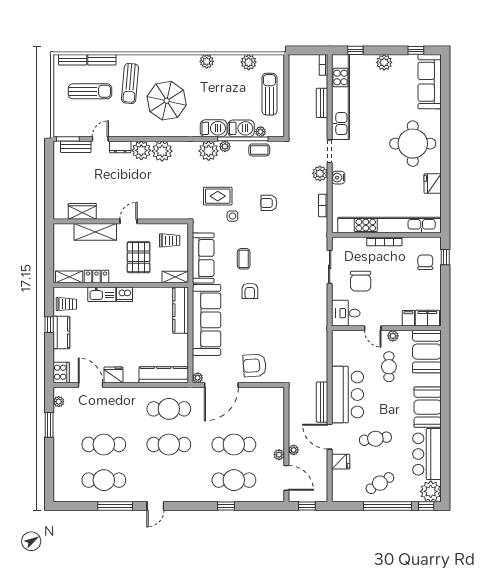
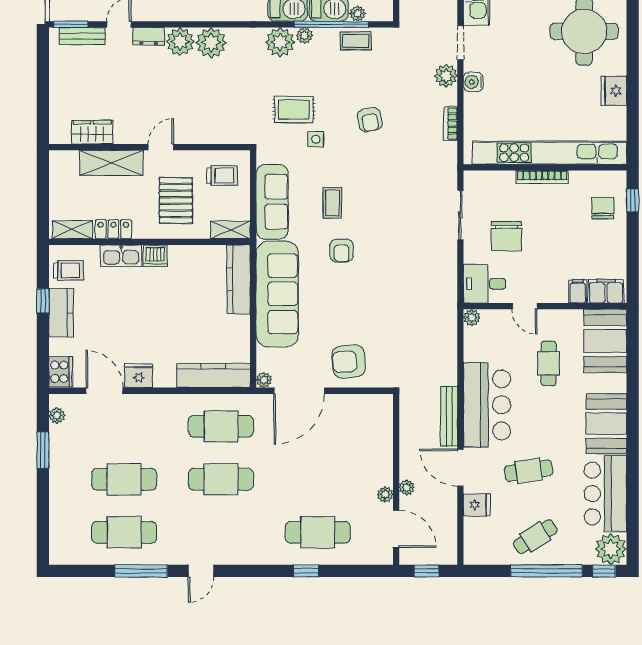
armchair: (269, 203) -> (370, 120), turned -102
plant: (393, 336) -> (472, 318), moved
cafe table: (234, 444) -> (318, 479), removed

